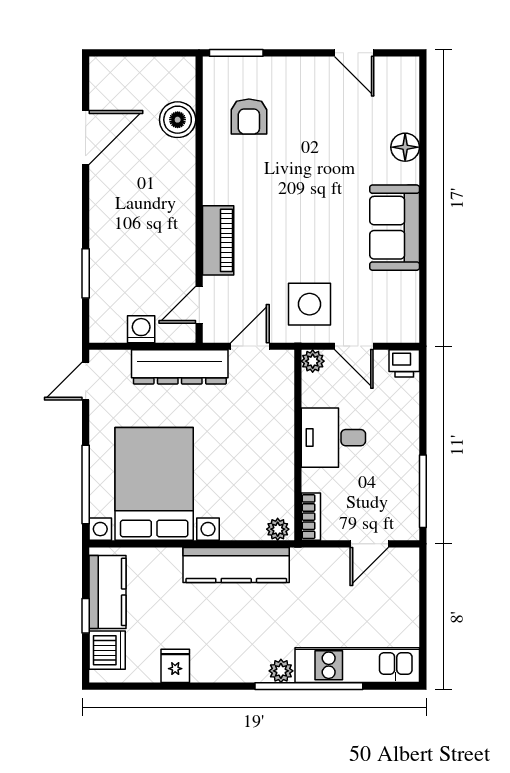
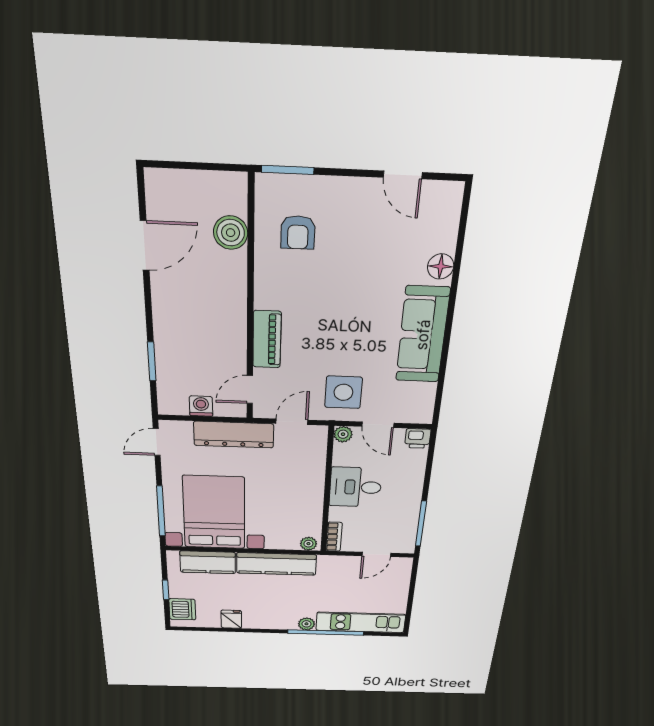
sofa: (395, 228) -> (423, 335), width x1.36
kitchen counter: (108, 592) -> (208, 562), moved, turned 90

